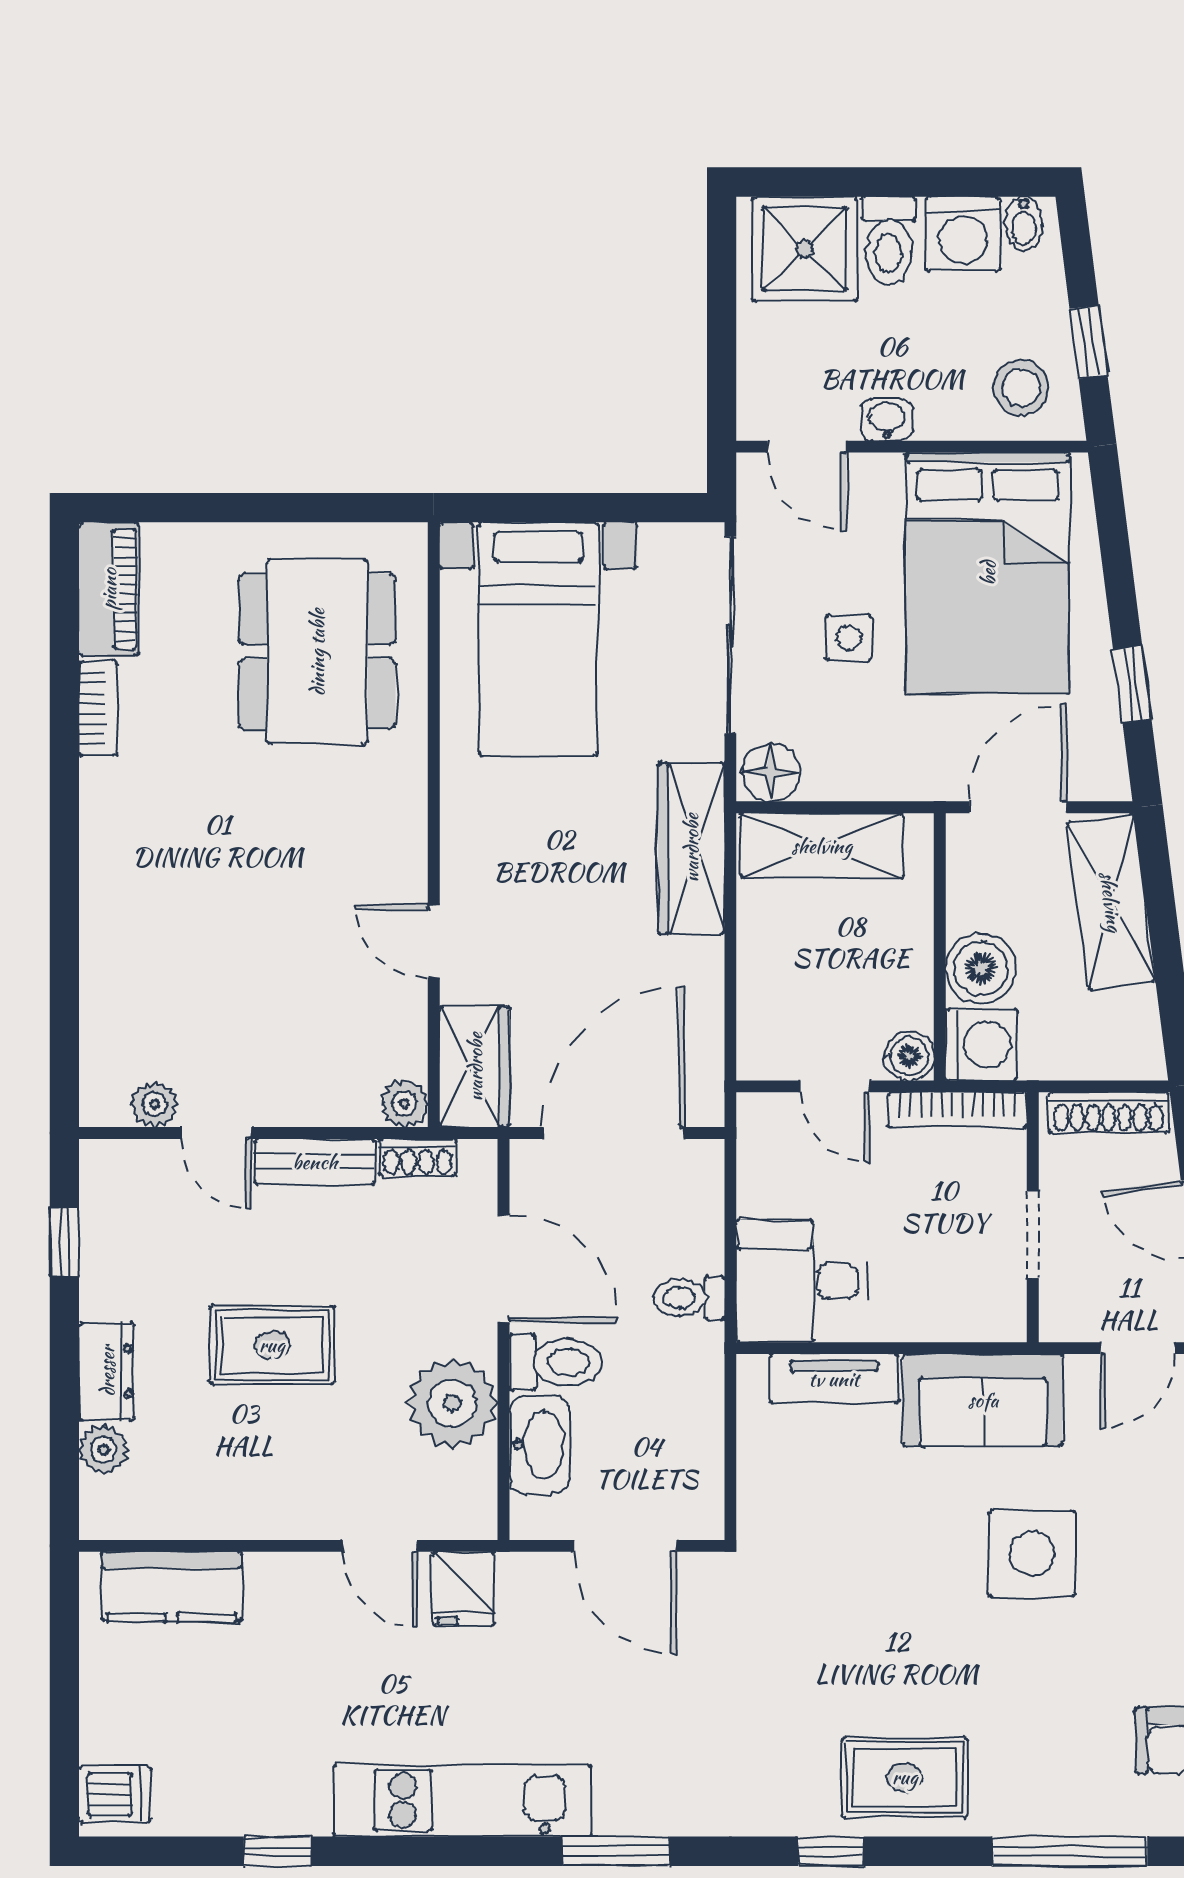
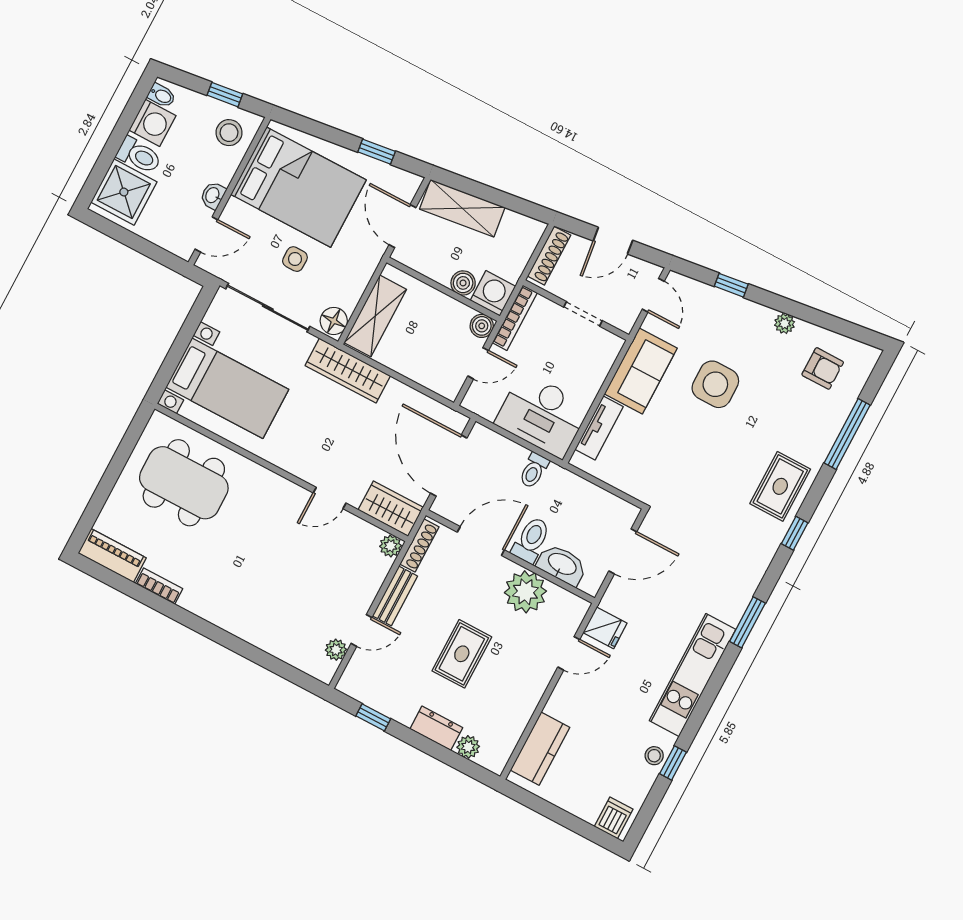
boiler: (981, 969) -> (463, 283), width x0.73, depth x0.73
shoe rack: (418, 1157) -> (419, 545), width x1.43
desk: (802, 1281) -> (542, 415), width x1.37
stool: (272, 1809) -> (654, 756), added

